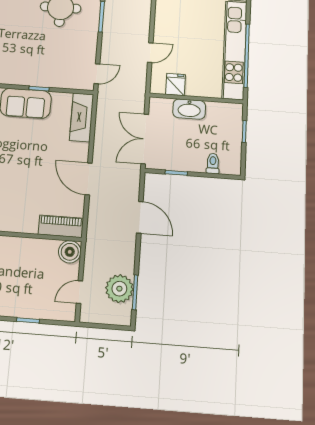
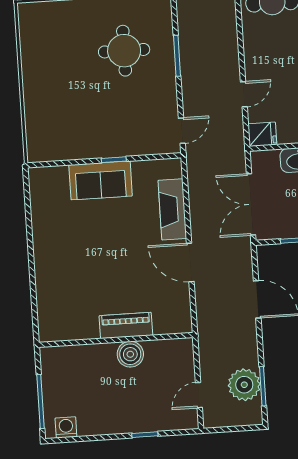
fridge: (175, 84) -> (262, 134), moved, turned 90
fireplace: (82, 117) -> (172, 209), moved
piano: (61, 226) -> (126, 325), moved
boiler: (70, 252) -> (130, 354), moved

